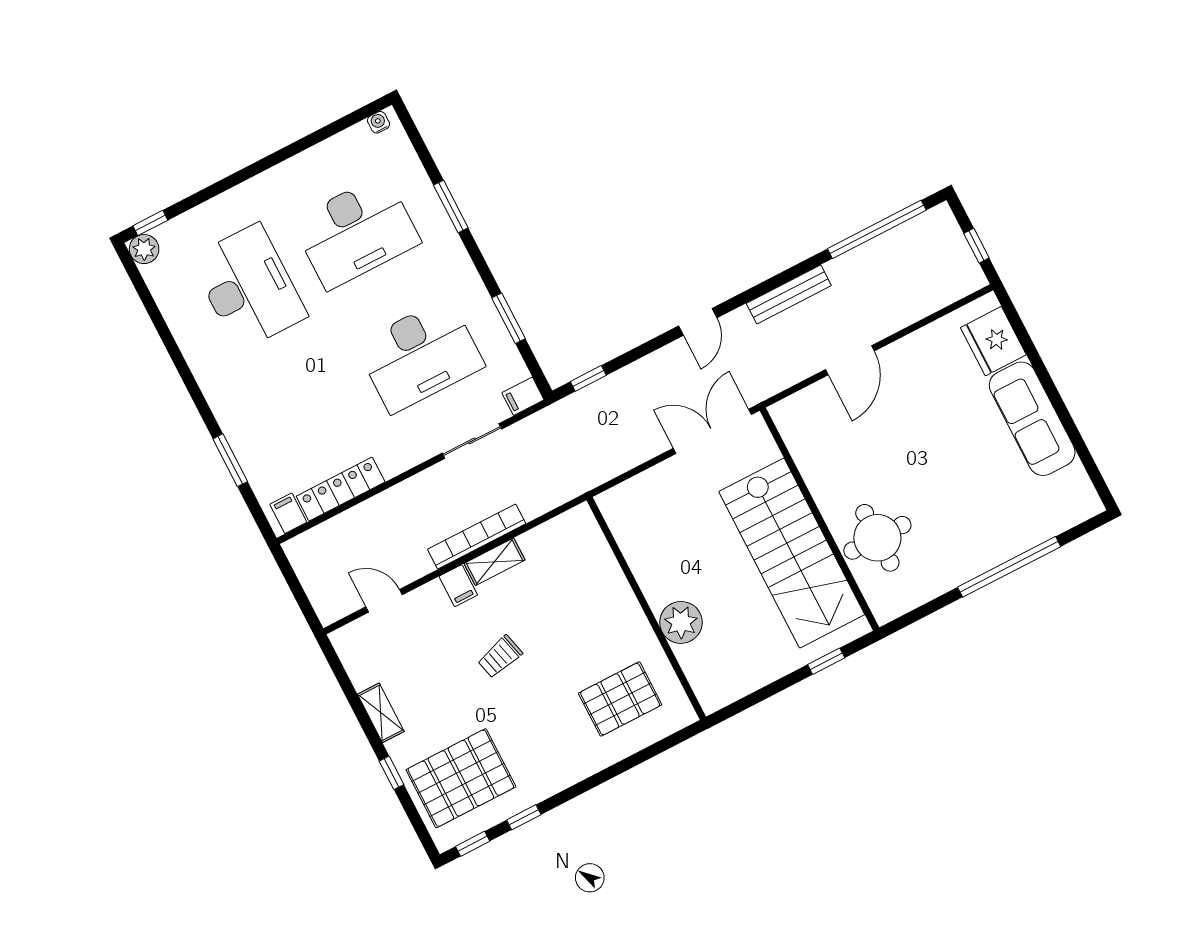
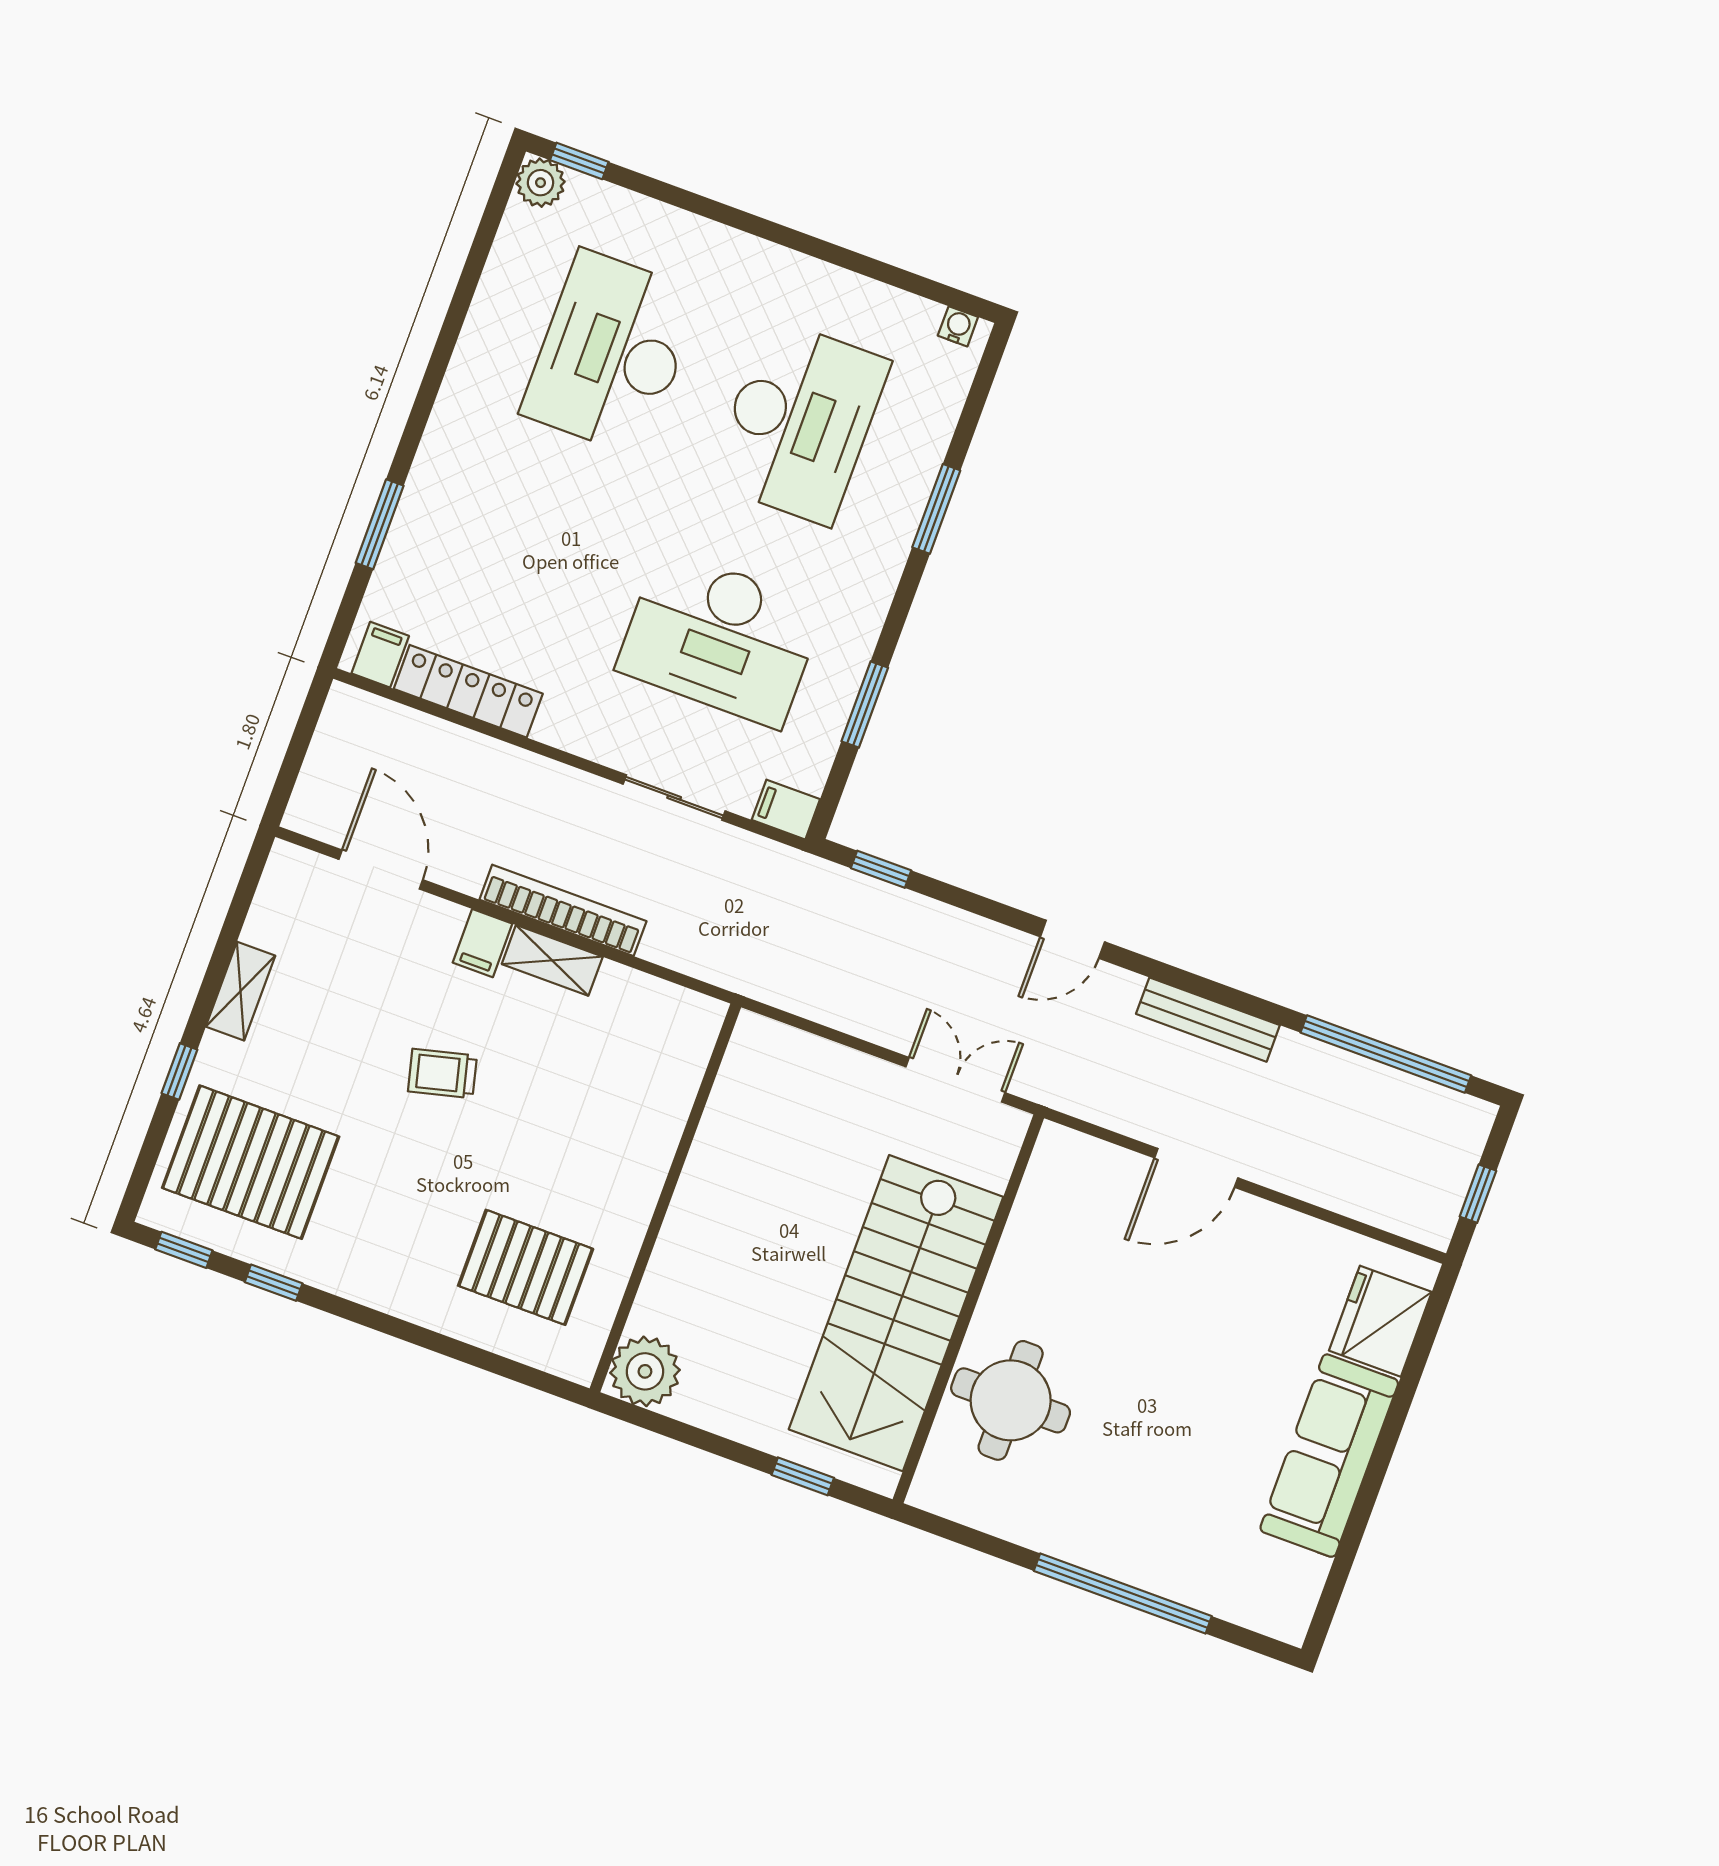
desk: (356, 232) -> (799, 422), turned -90
desk: (249, 287) -> (611, 353), turned 180
double door: (712, 431) -> (955, 1080), width x0.73
door: (384, 601) -> (381, 870), width x1.38
plant: (681, 622) -> (645, 1371), moved

